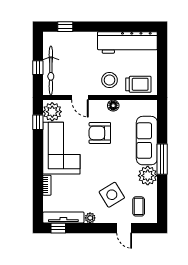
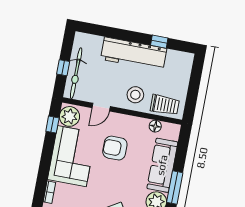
window: (65, 27) -> (159, 42), moved
workbench: (127, 42) -> (134, 54), moved
door: (80, 98) -> (101, 107), hinge flipped
floor lamp: (113, 106) -> (155, 126), moved

